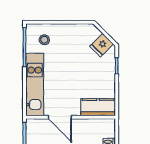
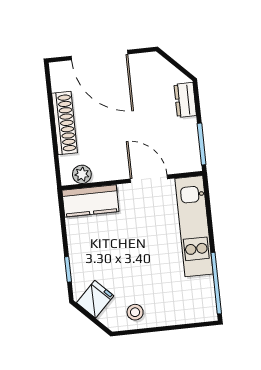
stool: (44, 40) -> (135, 312), moved
plant: (102, 124) -> (82, 174), added

